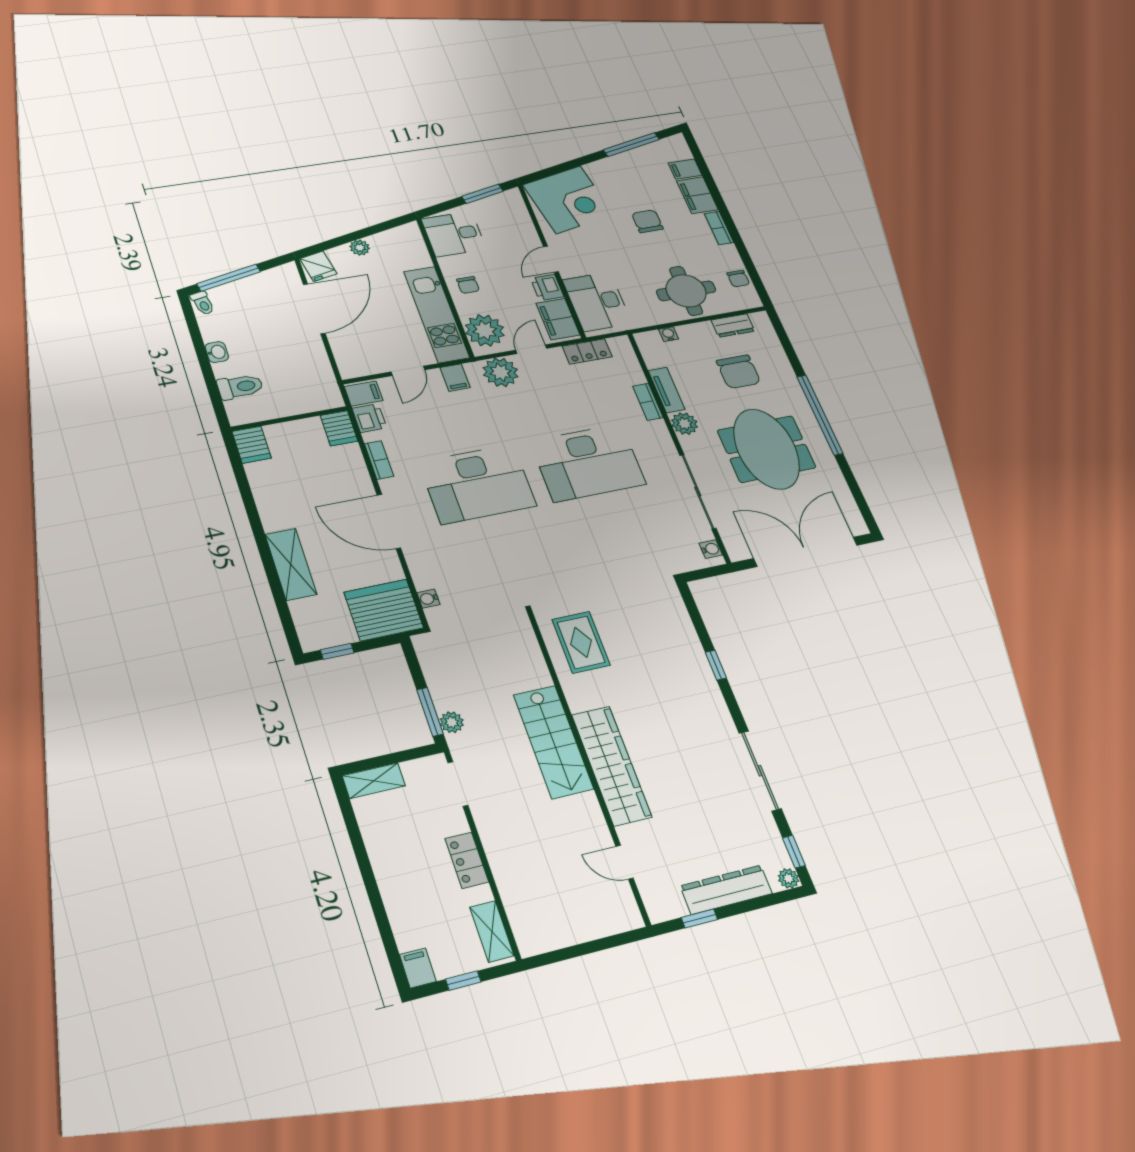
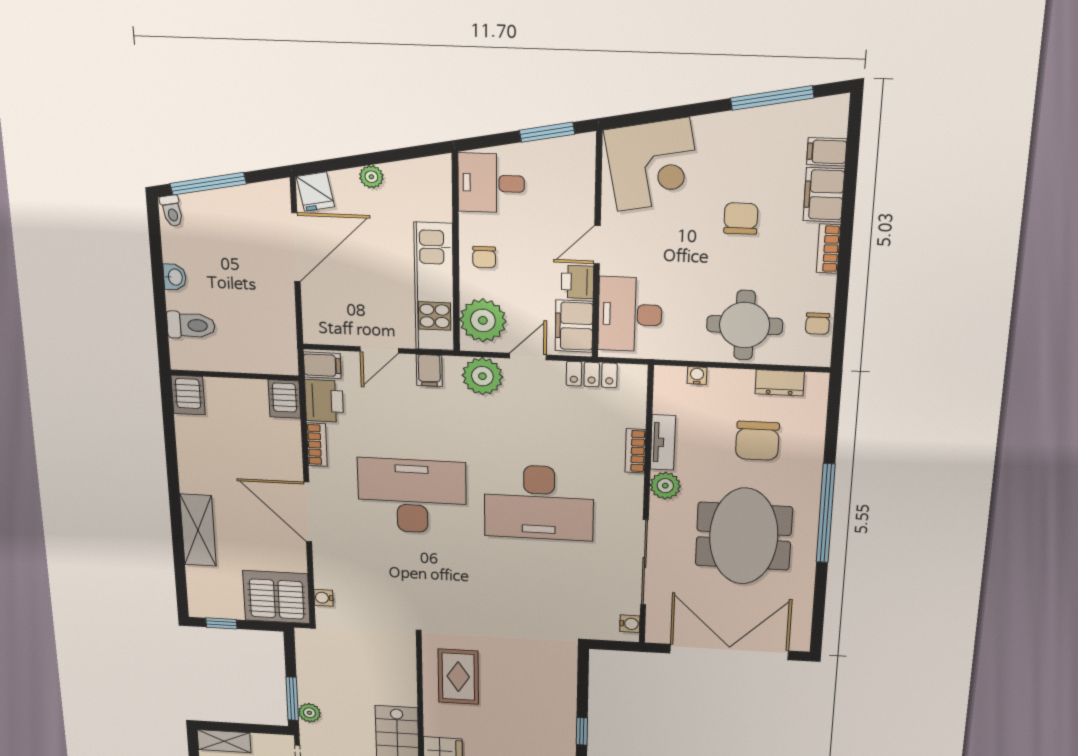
printer: (369, 418) -> (324, 401), width x1.36, depth x1.24
desk: (478, 484) -> (412, 496), turned 180

